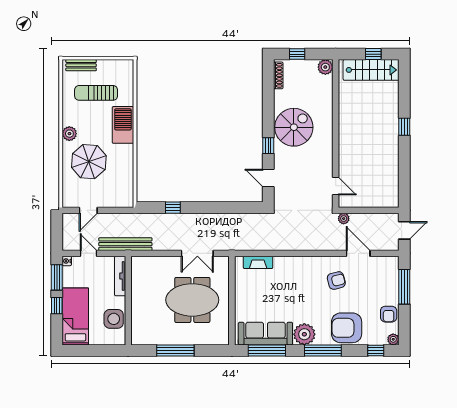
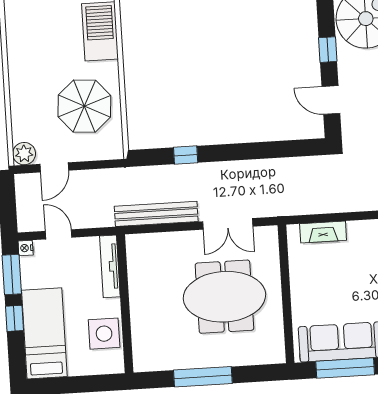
plant: (69, 134) -> (24, 154), moved
parasol: (89, 162) -> (84, 106), moved
bench: (125, 244) -> (156, 214), moved

